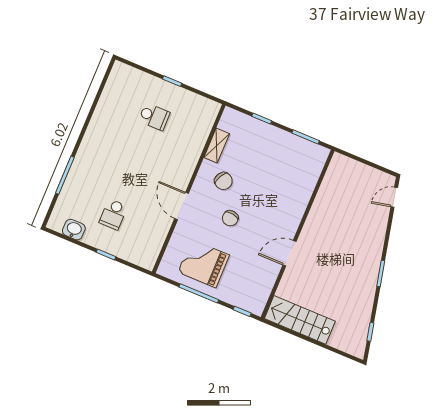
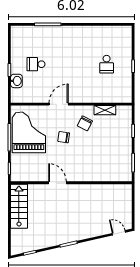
washbasin: (74, 230) -> (16, 81), moved
grand piano: (204, 264) -> (29, 132), width x1.37, depth x1.48

